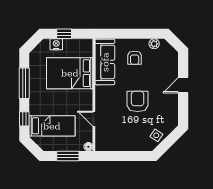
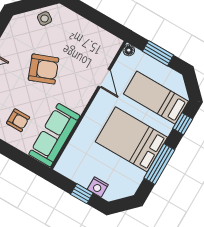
armchair: (135, 58) -> (18, 120), turned 90
bed: (70, 73) -> (131, 139), moved, turned 180
armchair: (138, 101) -> (43, 69), turned -111

